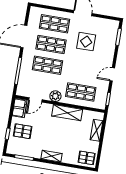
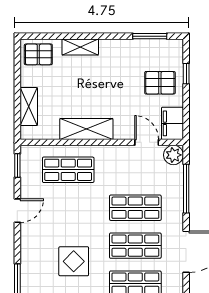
plant: (55, 96) -> (173, 155), moved
door: (35, 100) -> (147, 142), hinge flipped
shelving: (51, 156) -> (80, 47), moved

